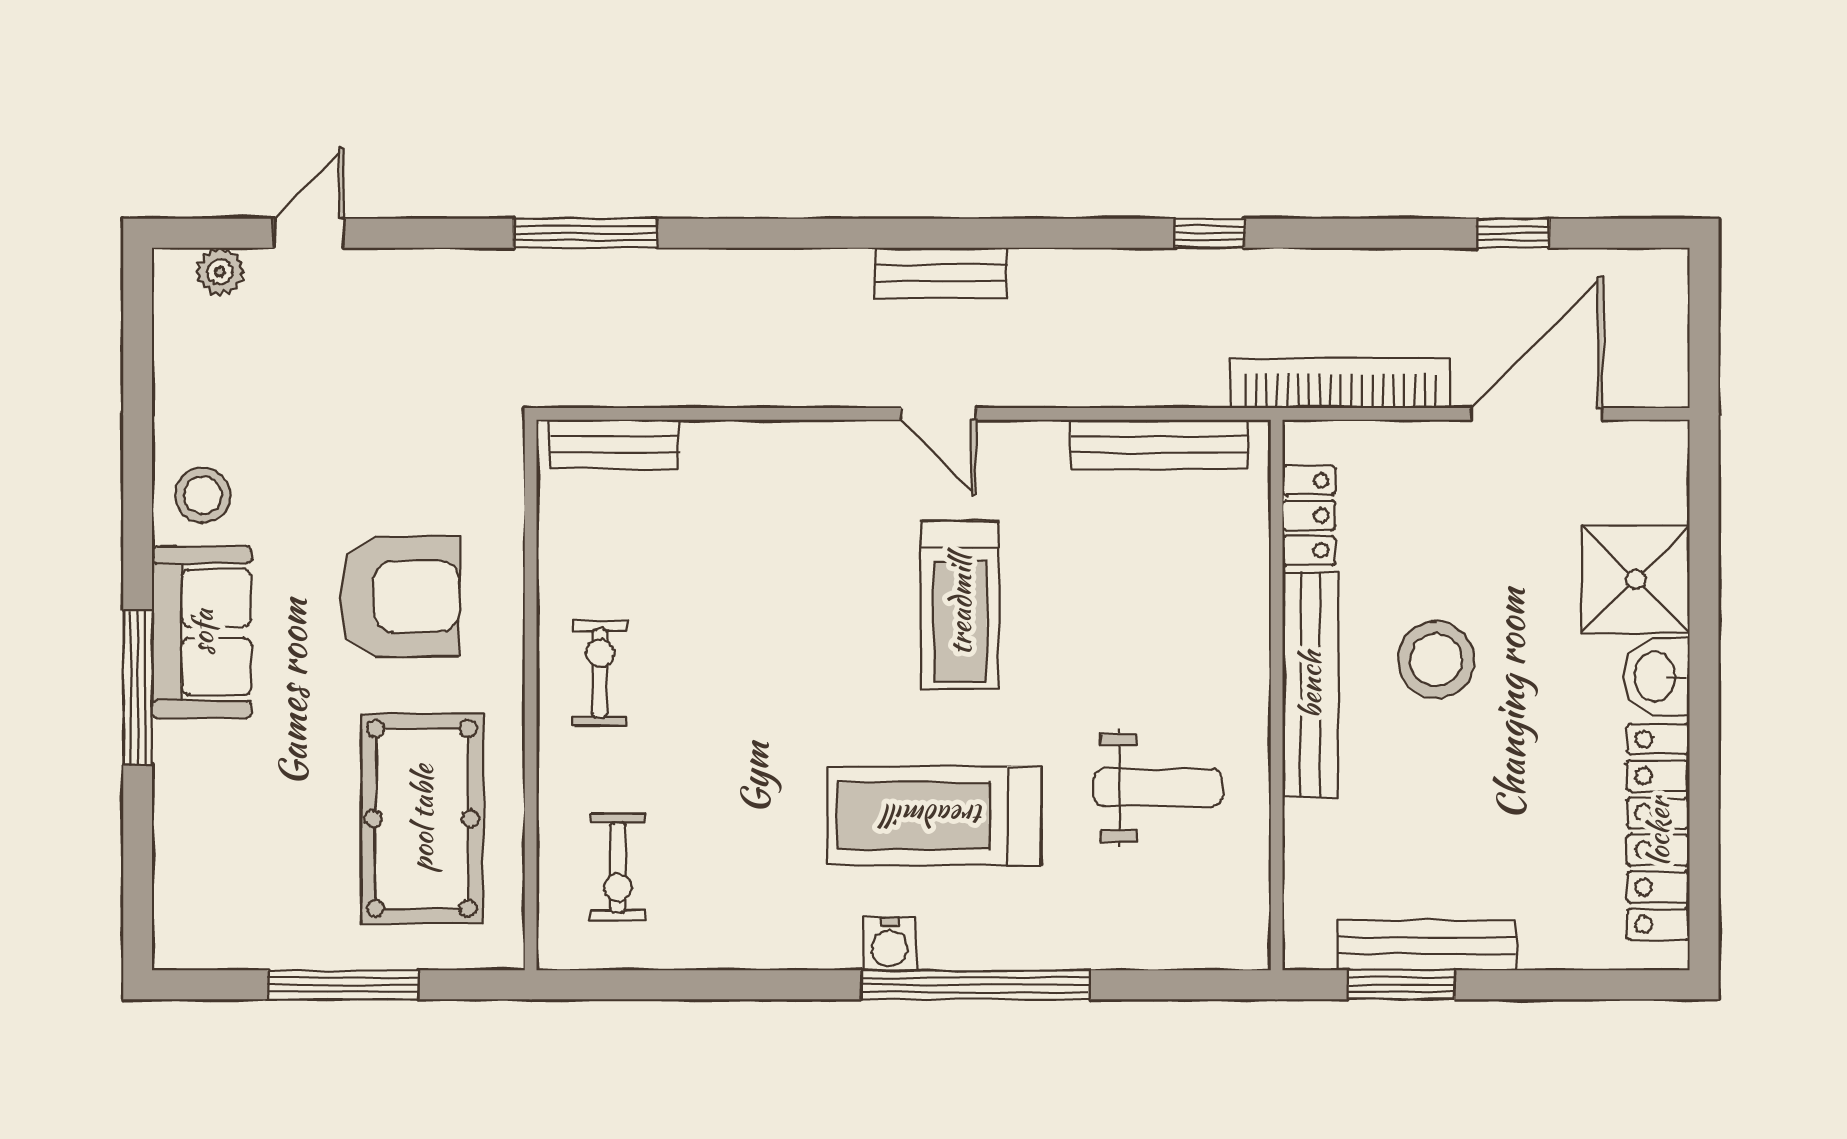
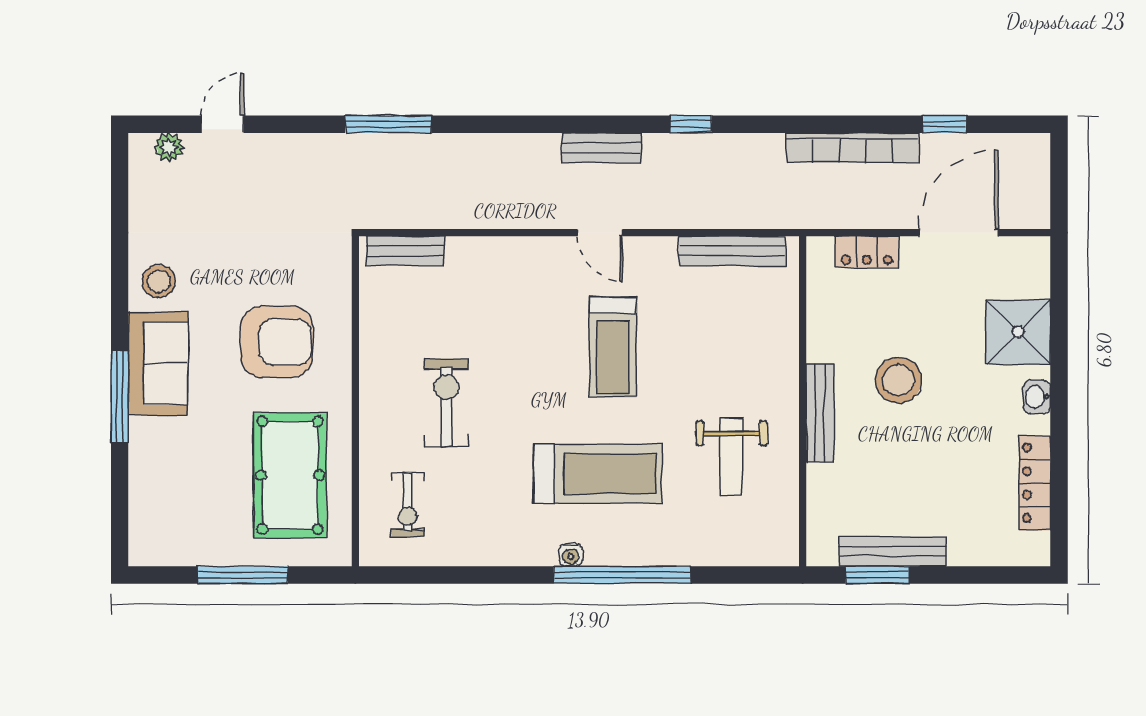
window: (1209, 233) -> (691, 124), moved
bookcase: (1340, 383) -> (853, 148), moved, turned 180
locker: (1309, 515) -> (867, 252), moved, turned 90
exercise bike: (600, 673) -> (446, 403), moved, width x1.38, depth x1.39
washbasin: (1657, 677) -> (1037, 397), width x0.72, depth x0.69
bench: (1310, 685) -> (820, 413), width x0.73, depth x0.82
weight bench: (1158, 788) -> (731, 457), turned 90
treadmill: (935, 816) -> (598, 474), turned 180
locker: (1658, 832) -> (1035, 483), width x0.71, depth x0.83
water cooler: (890, 944) -> (571, 555), width x0.72, depth x0.72

